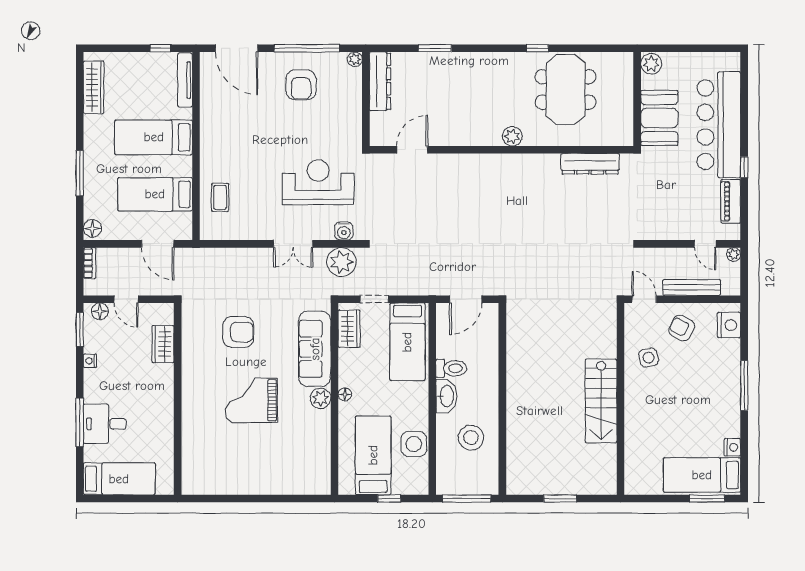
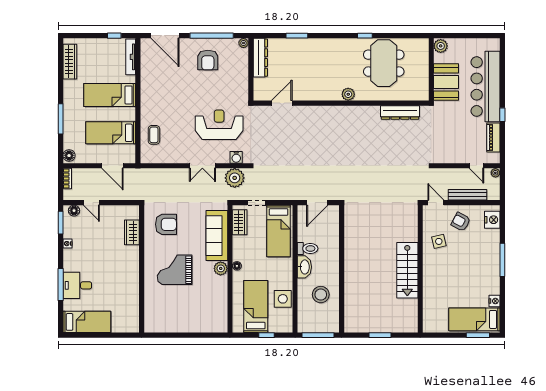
wardrobe: (163, 344) -> (132, 232), moved
wall: (178, 399) -> (142, 269), moved

